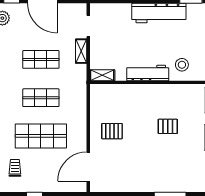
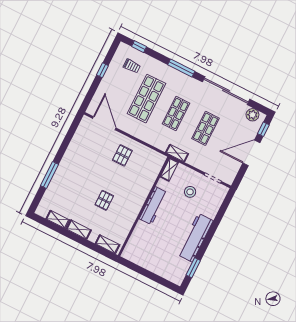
shelving: (81, 51) -> (177, 153), moved
stool: (182, 65) -> (190, 192), moved

